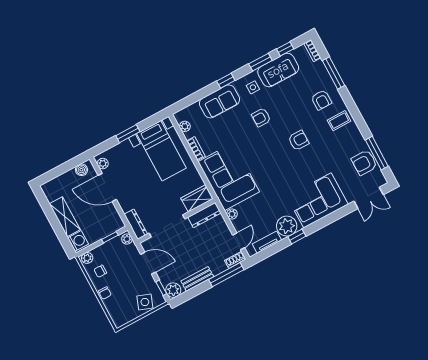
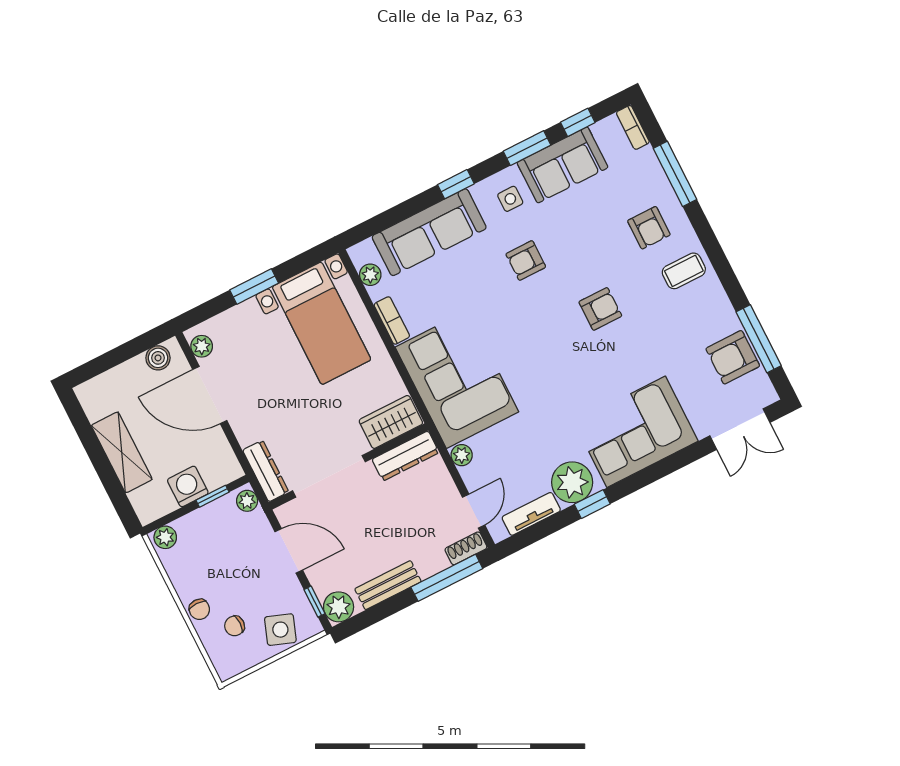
sofa: (219, 101) -> (429, 232), width x1.36
washing machine: (78, 241) -> (188, 486), moved, turned -90
chair: (100, 271) -> (235, 626), moved

